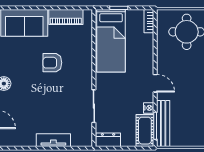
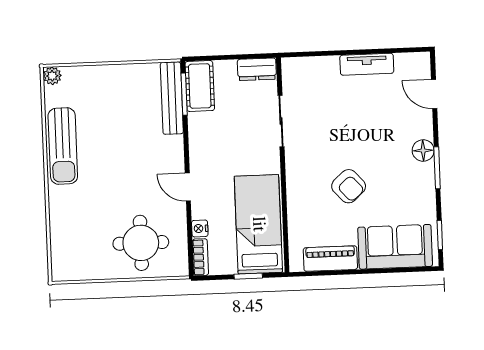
armchair: (52, 63) -> (349, 186), turned 48
door: (155, 83) -> (188, 187), moved
nightstand: (149, 108) -> (200, 228), moved
tv unit: (53, 140) -> (367, 64), moved

